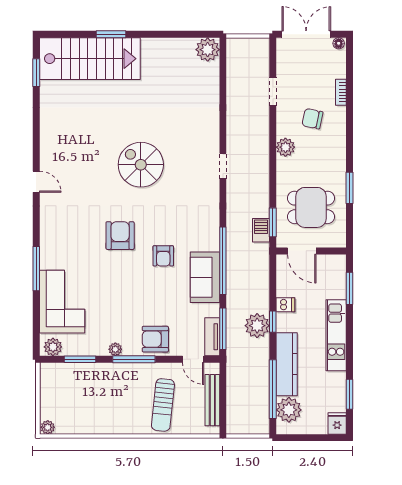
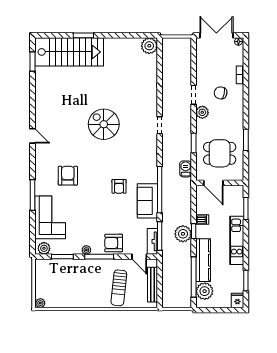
doorway: (273, 91) -> (194, 95), moved
window: (273, 222) -> (194, 143), moved
armchair: (120, 236) -> (68, 176), moved

